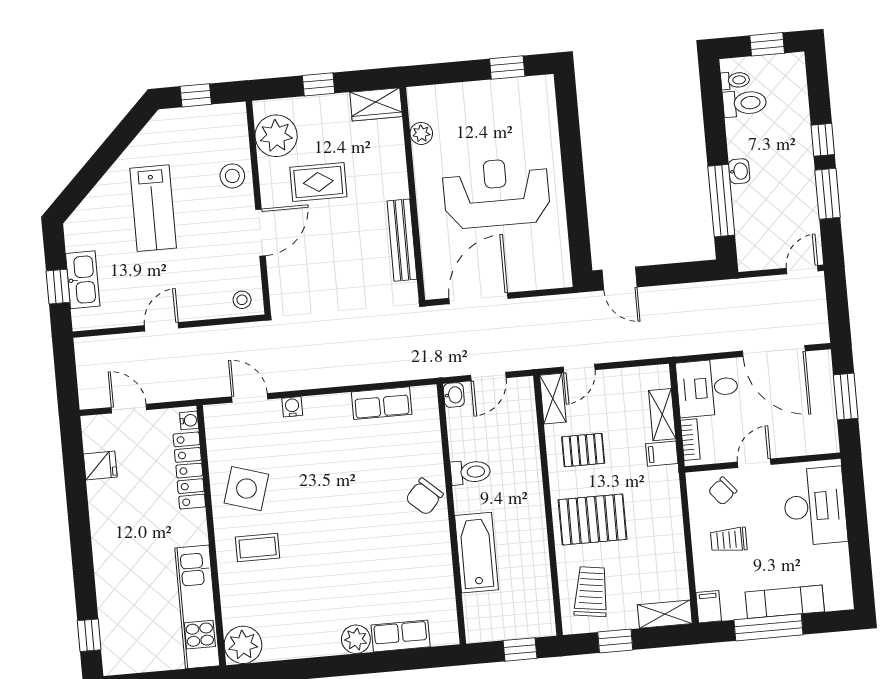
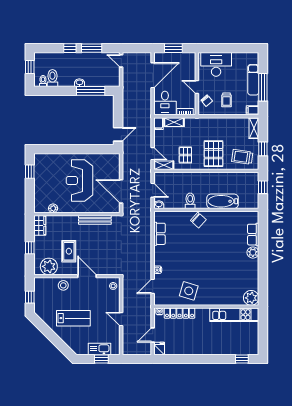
filing cabinet: (662, 454) -> (158, 124), moved
fridge: (100, 466) -> (159, 348), moved
coffee table: (258, 548) -> (213, 289), removed

